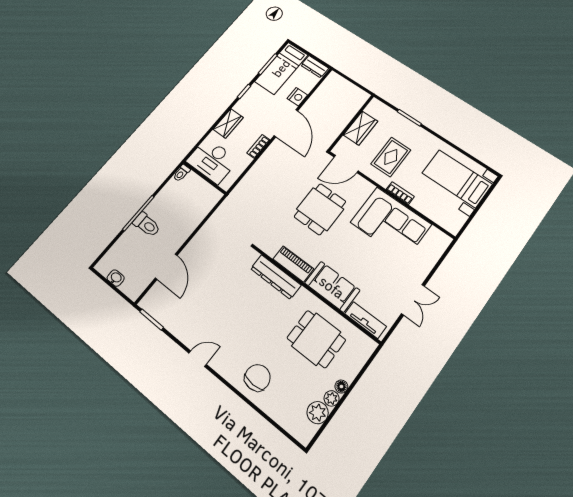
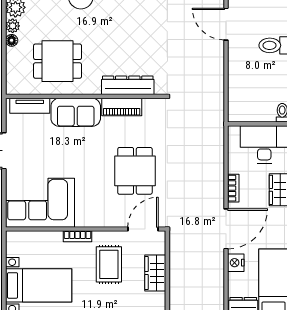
door: (286, 123) -> (226, 229), swing flipped
corner sofa: (391, 223) -> (40, 203), moved

